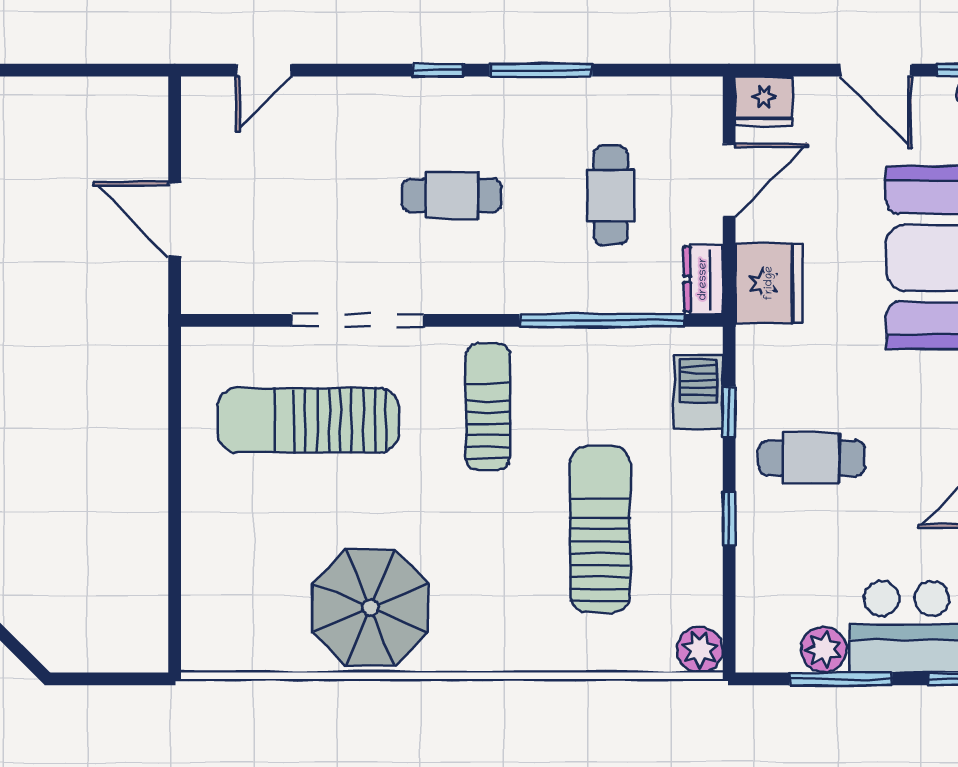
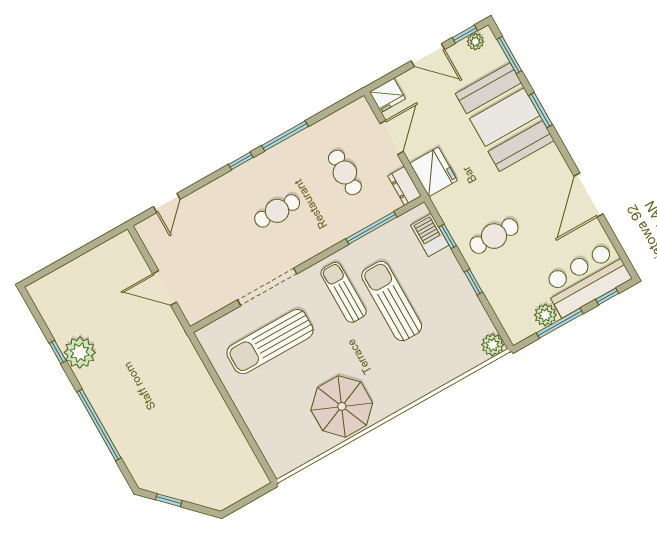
window: (602, 320) -> (371, 228), width x0.68
sun lounger: (600, 529) -> (392, 301), moved

